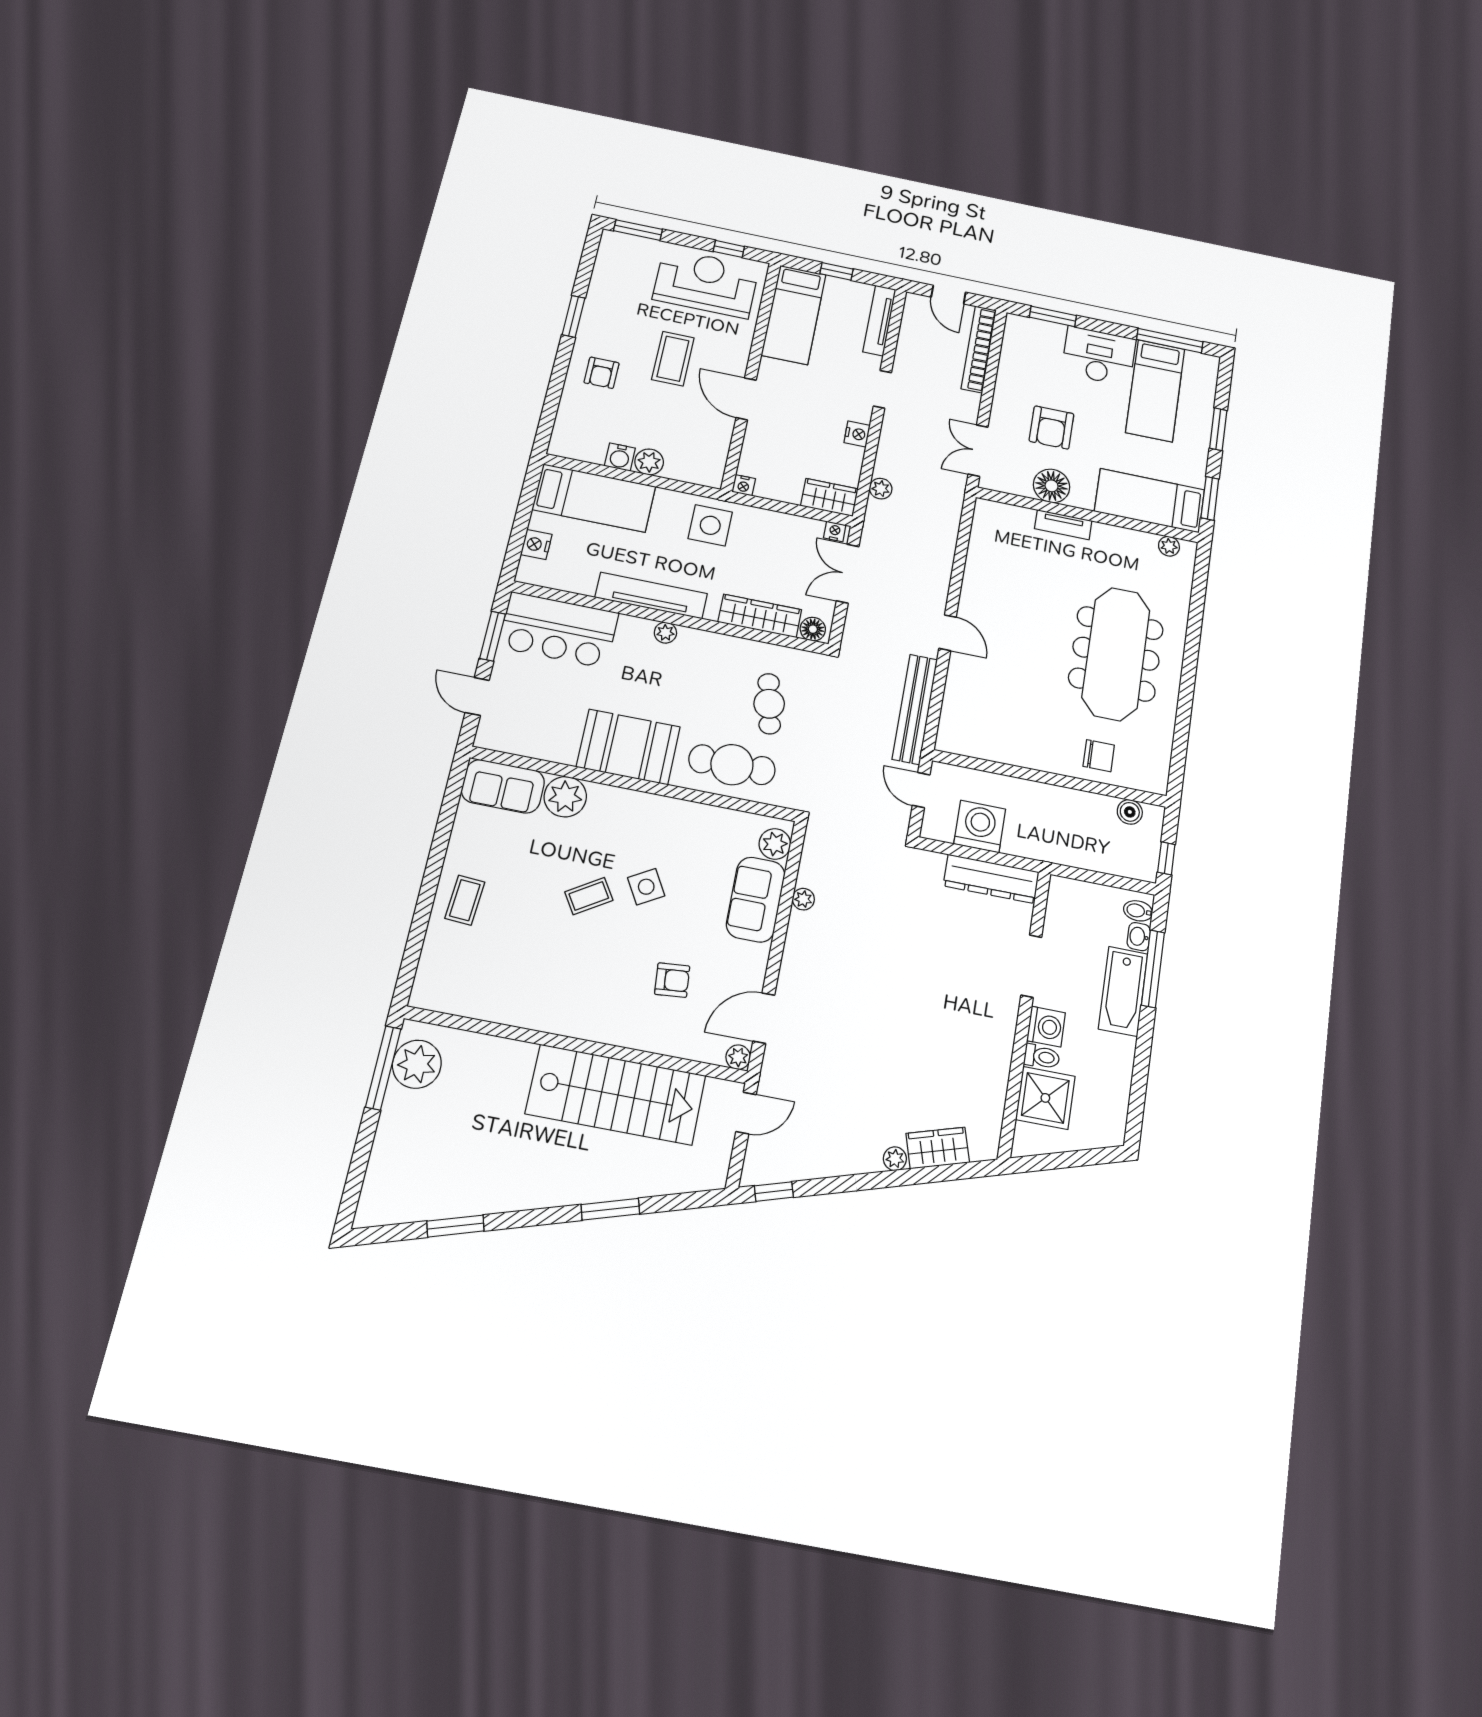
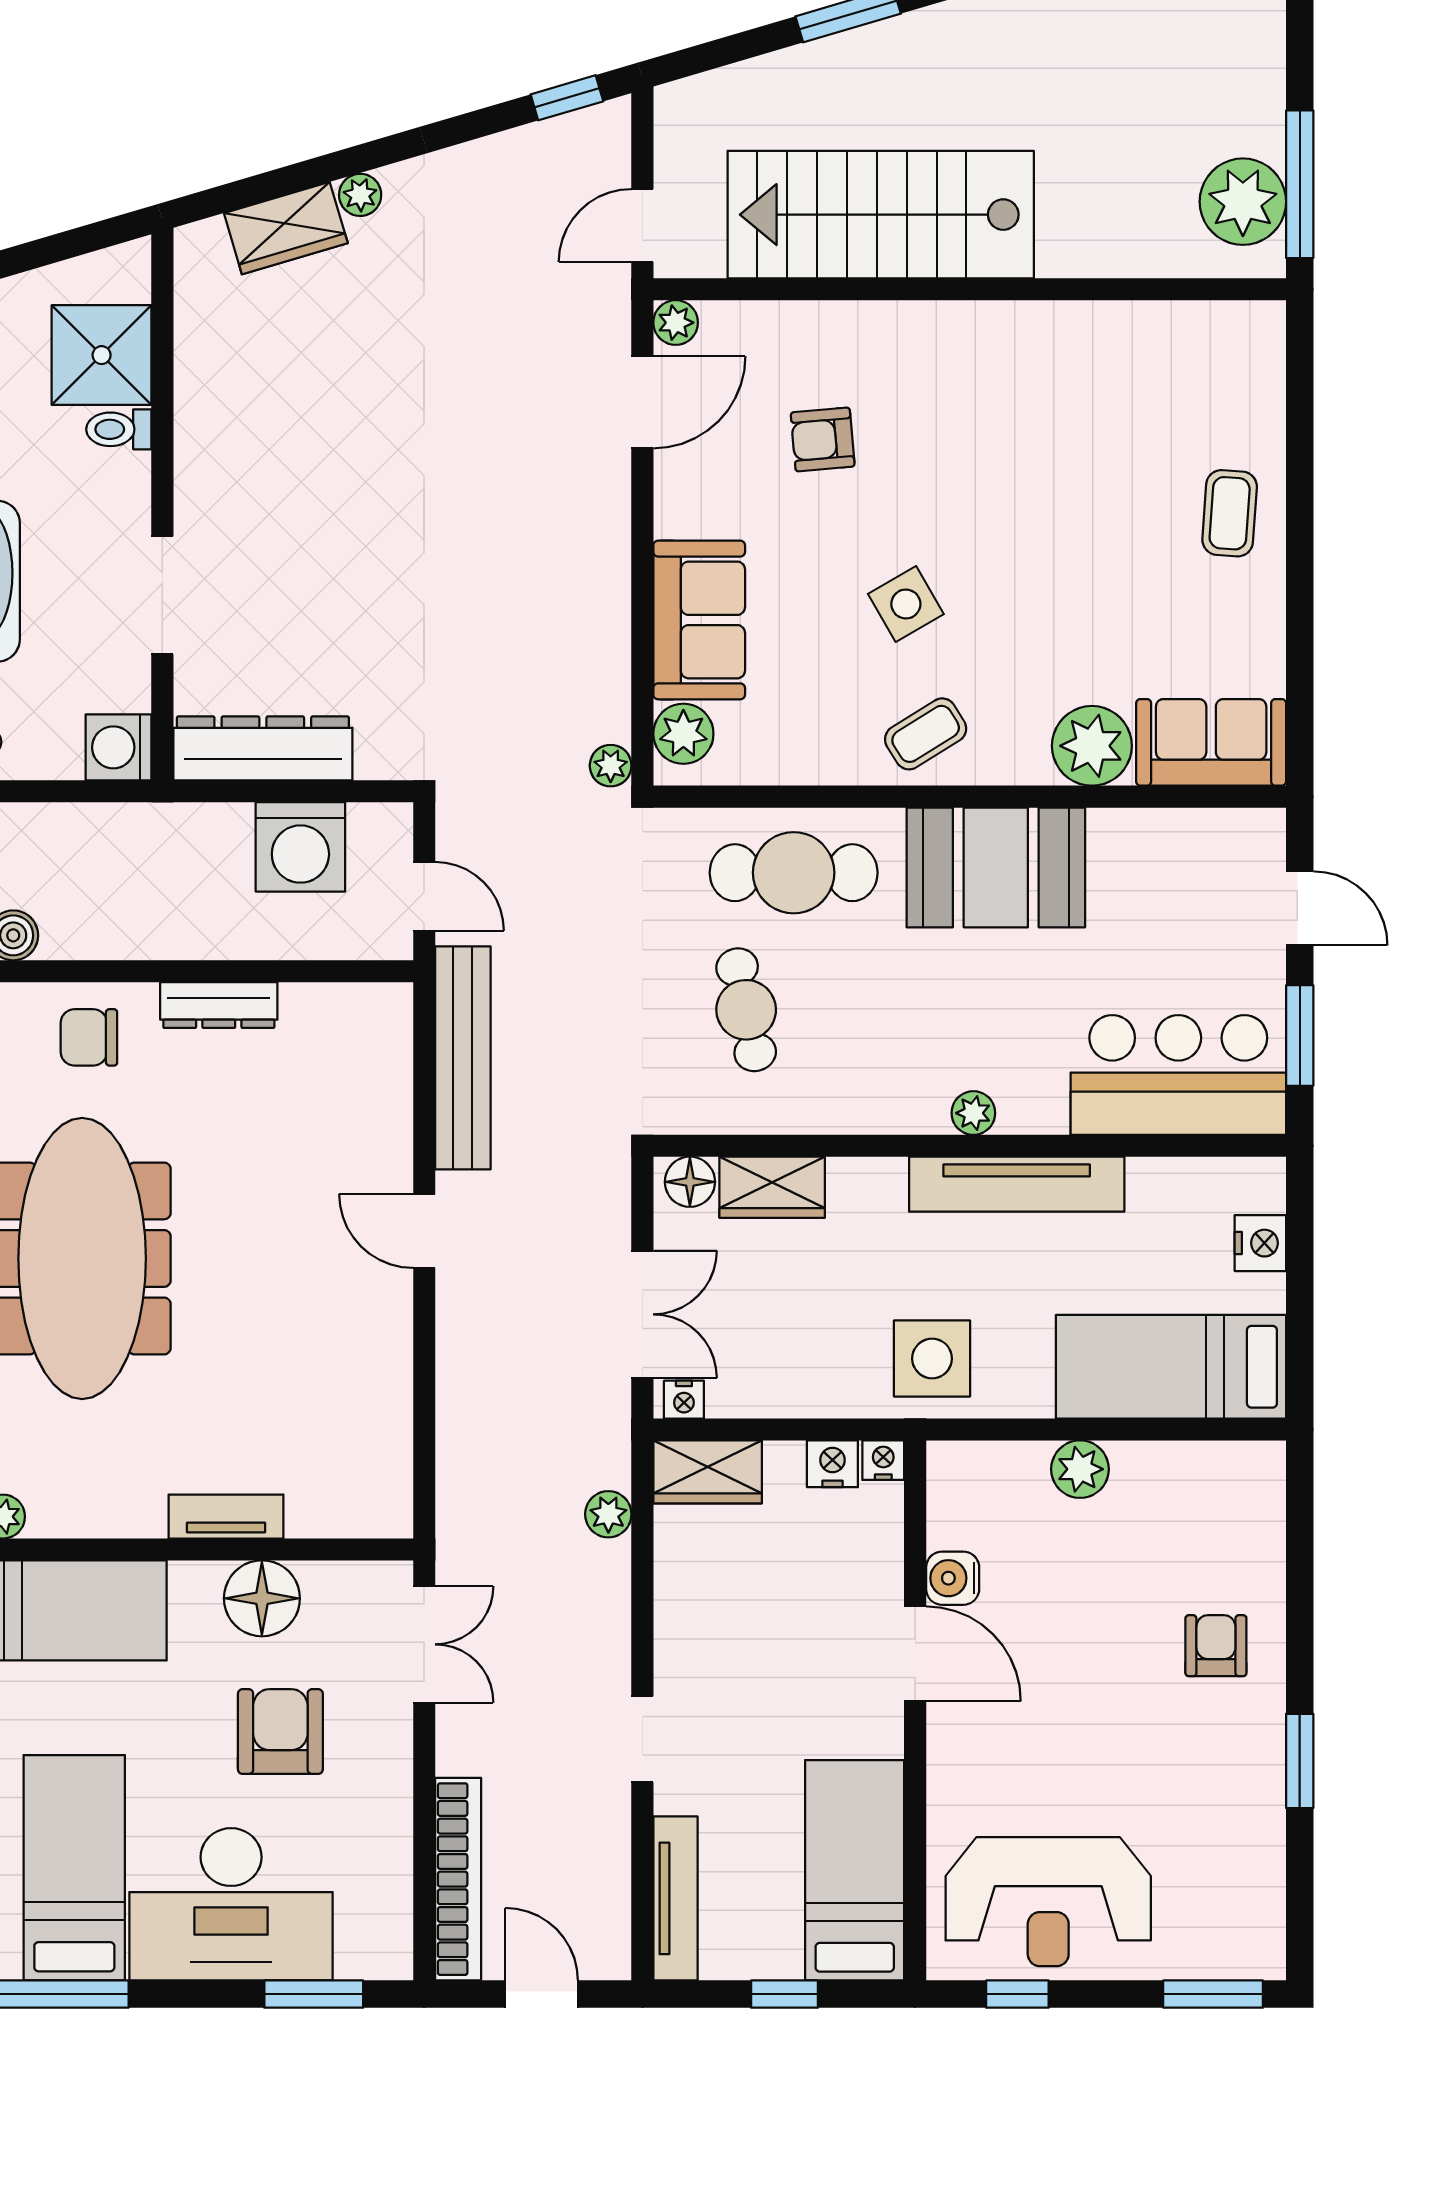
desk: (1099, 356) -> (231, 1904), width x1.36, depth x1.30
coffee table: (673, 359) -> (1080, 1711), removed
nightstand: (857, 434) -> (832, 1464), moved, turned 90
water cooler: (620, 457) -> (953, 1578), moved, turned -90
wardrobe: (760, 616) -> (772, 1187), width x0.67
dresser: (1032, 758) -> (219, 1005), added
coffee table: (589, 896) -> (926, 734), moved
plant: (803, 899) -> (611, 766), moved
washing machine: (1046, 1027) -> (119, 747), moved

